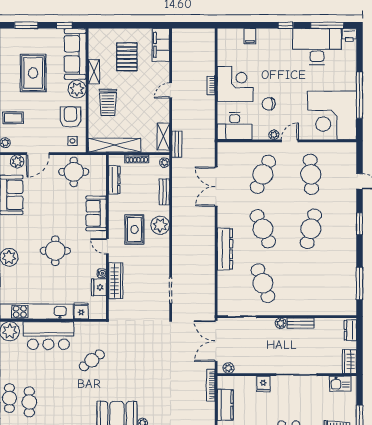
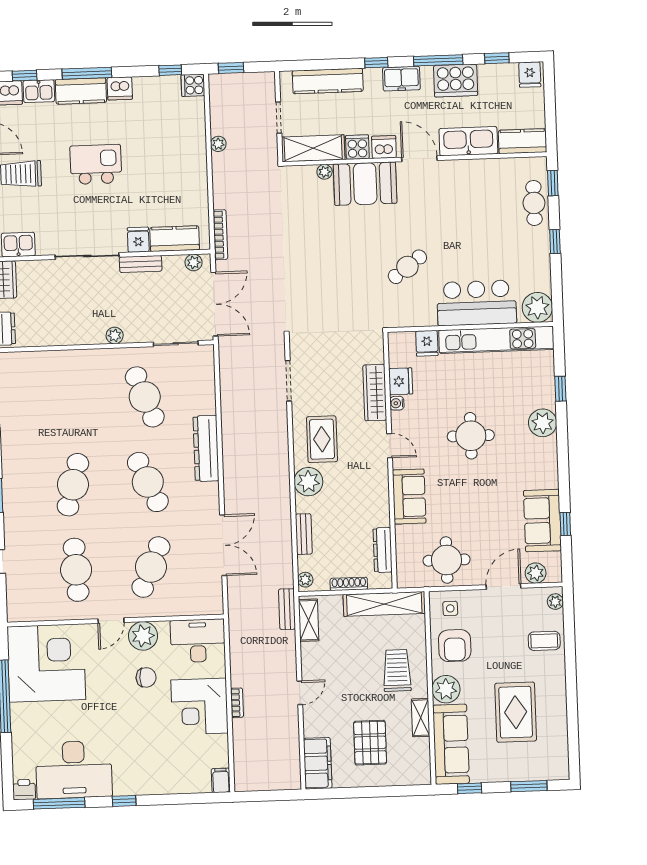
filing cabinet: (250, 36) -> (221, 780), moved
plant: (274, 135) -> (143, 636), width x1.88, depth x1.88
rug: (134, 229) -> (322, 439), moved
bench: (301, 323) -> (141, 264), moved
cafe table: (29, 402) -> (503, 198), removed
kitchen counter: (225, 405) -> (175, 239), moved, turned 90

